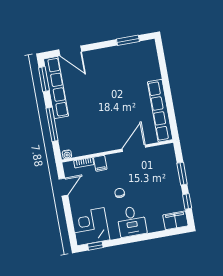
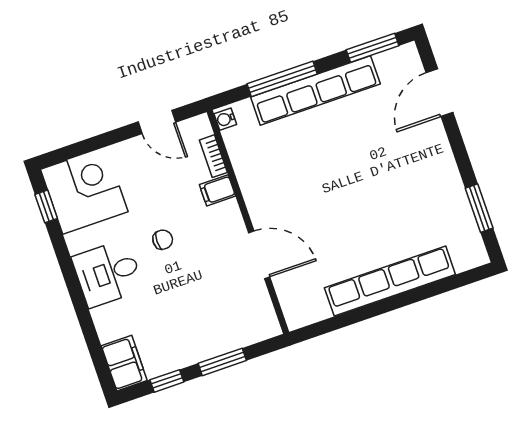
row of seats: (56, 87) -> (315, 90), moved
row of seats: (160, 111) -> (390, 281), moved

